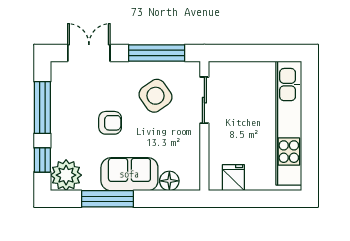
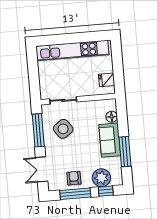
armchair: (110, 123) -> (74, 178), moved
plant: (66, 175) -> (101, 178), moved

